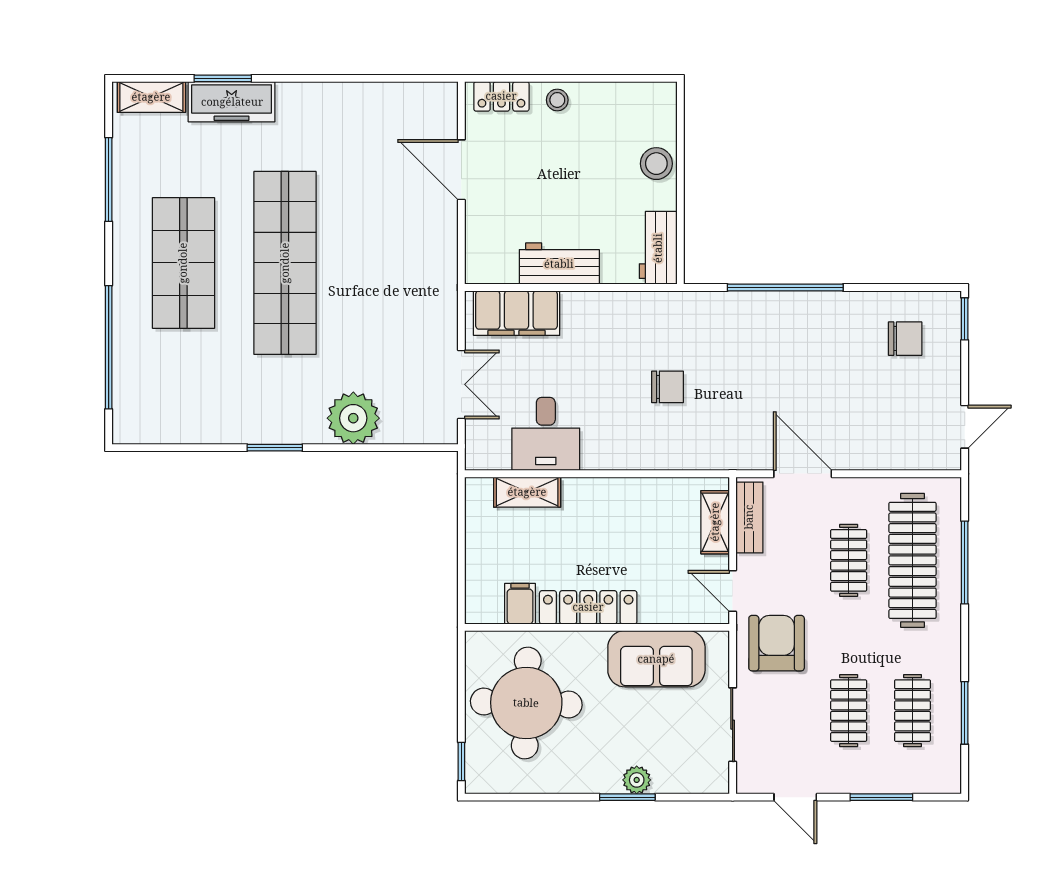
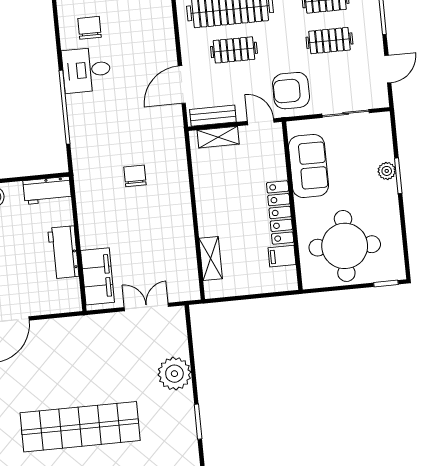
desk: (546, 434) -> (86, 70), moved, turned 180
door: (733, 591) -> (261, 122), swing flipped

